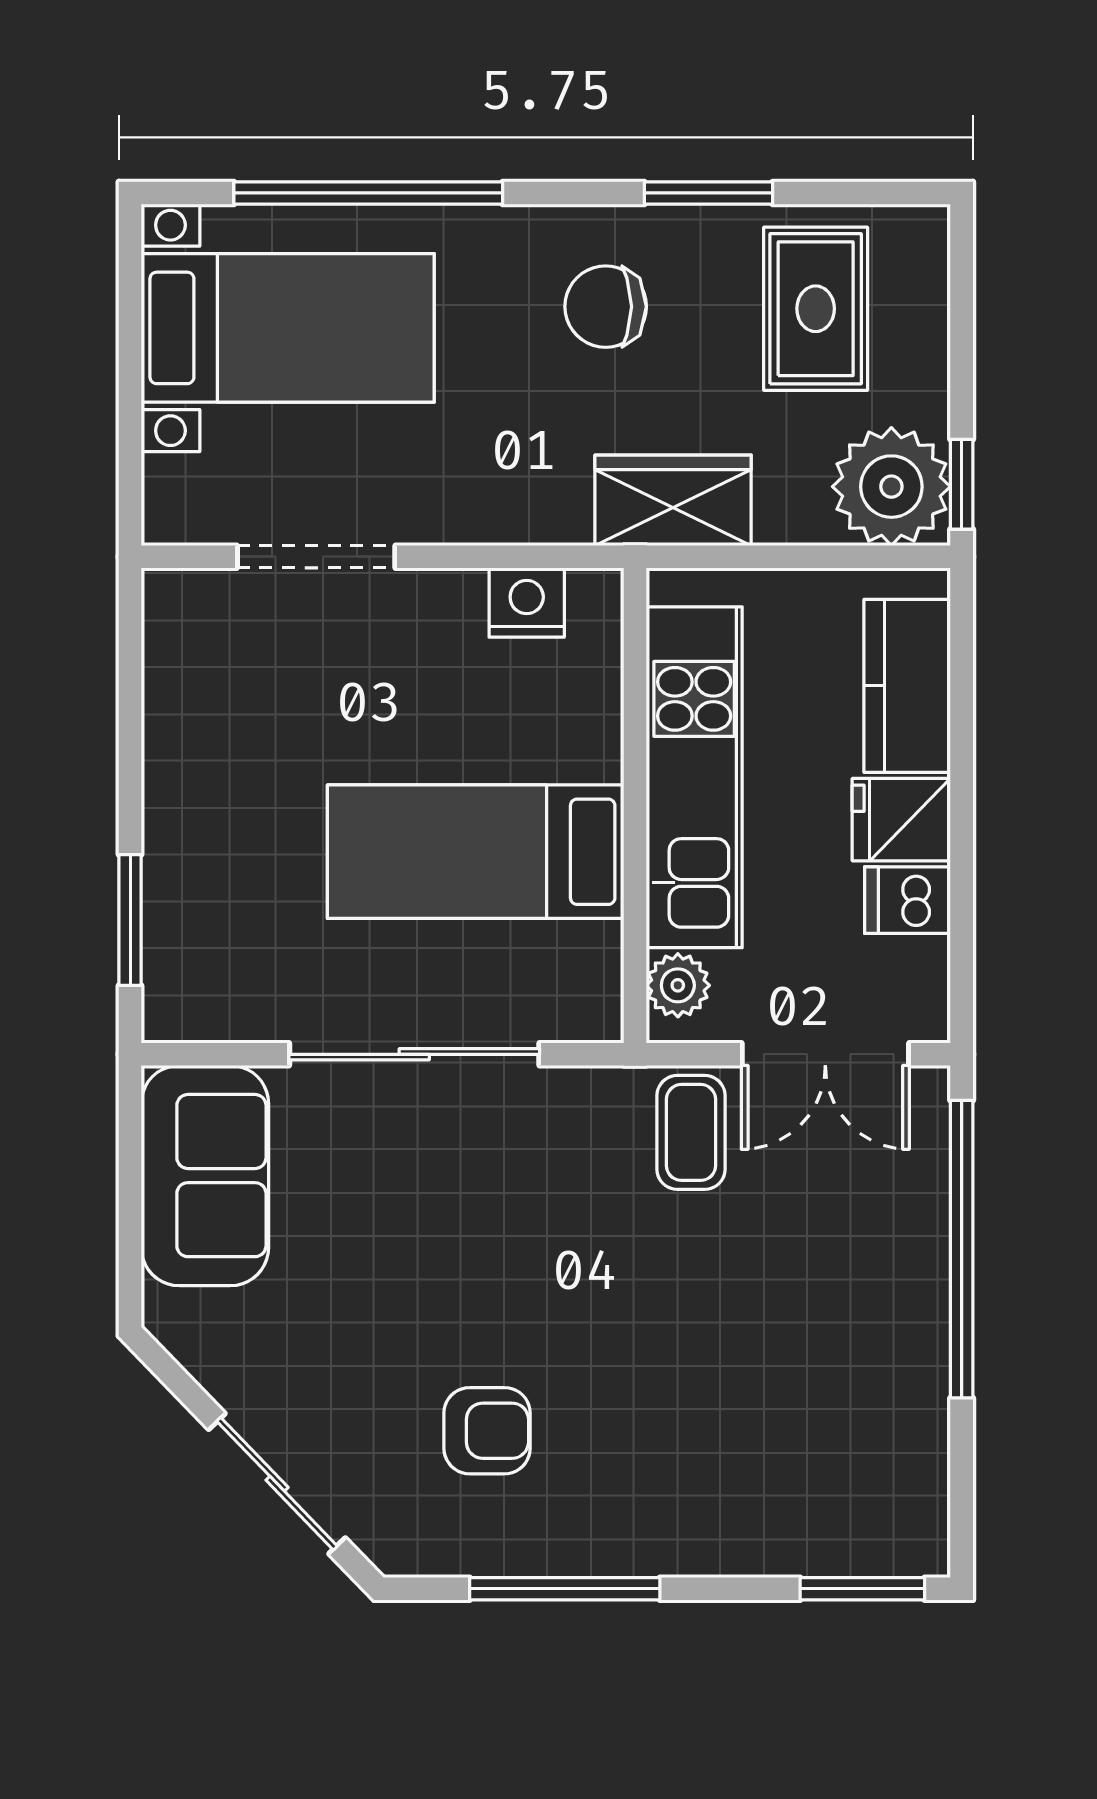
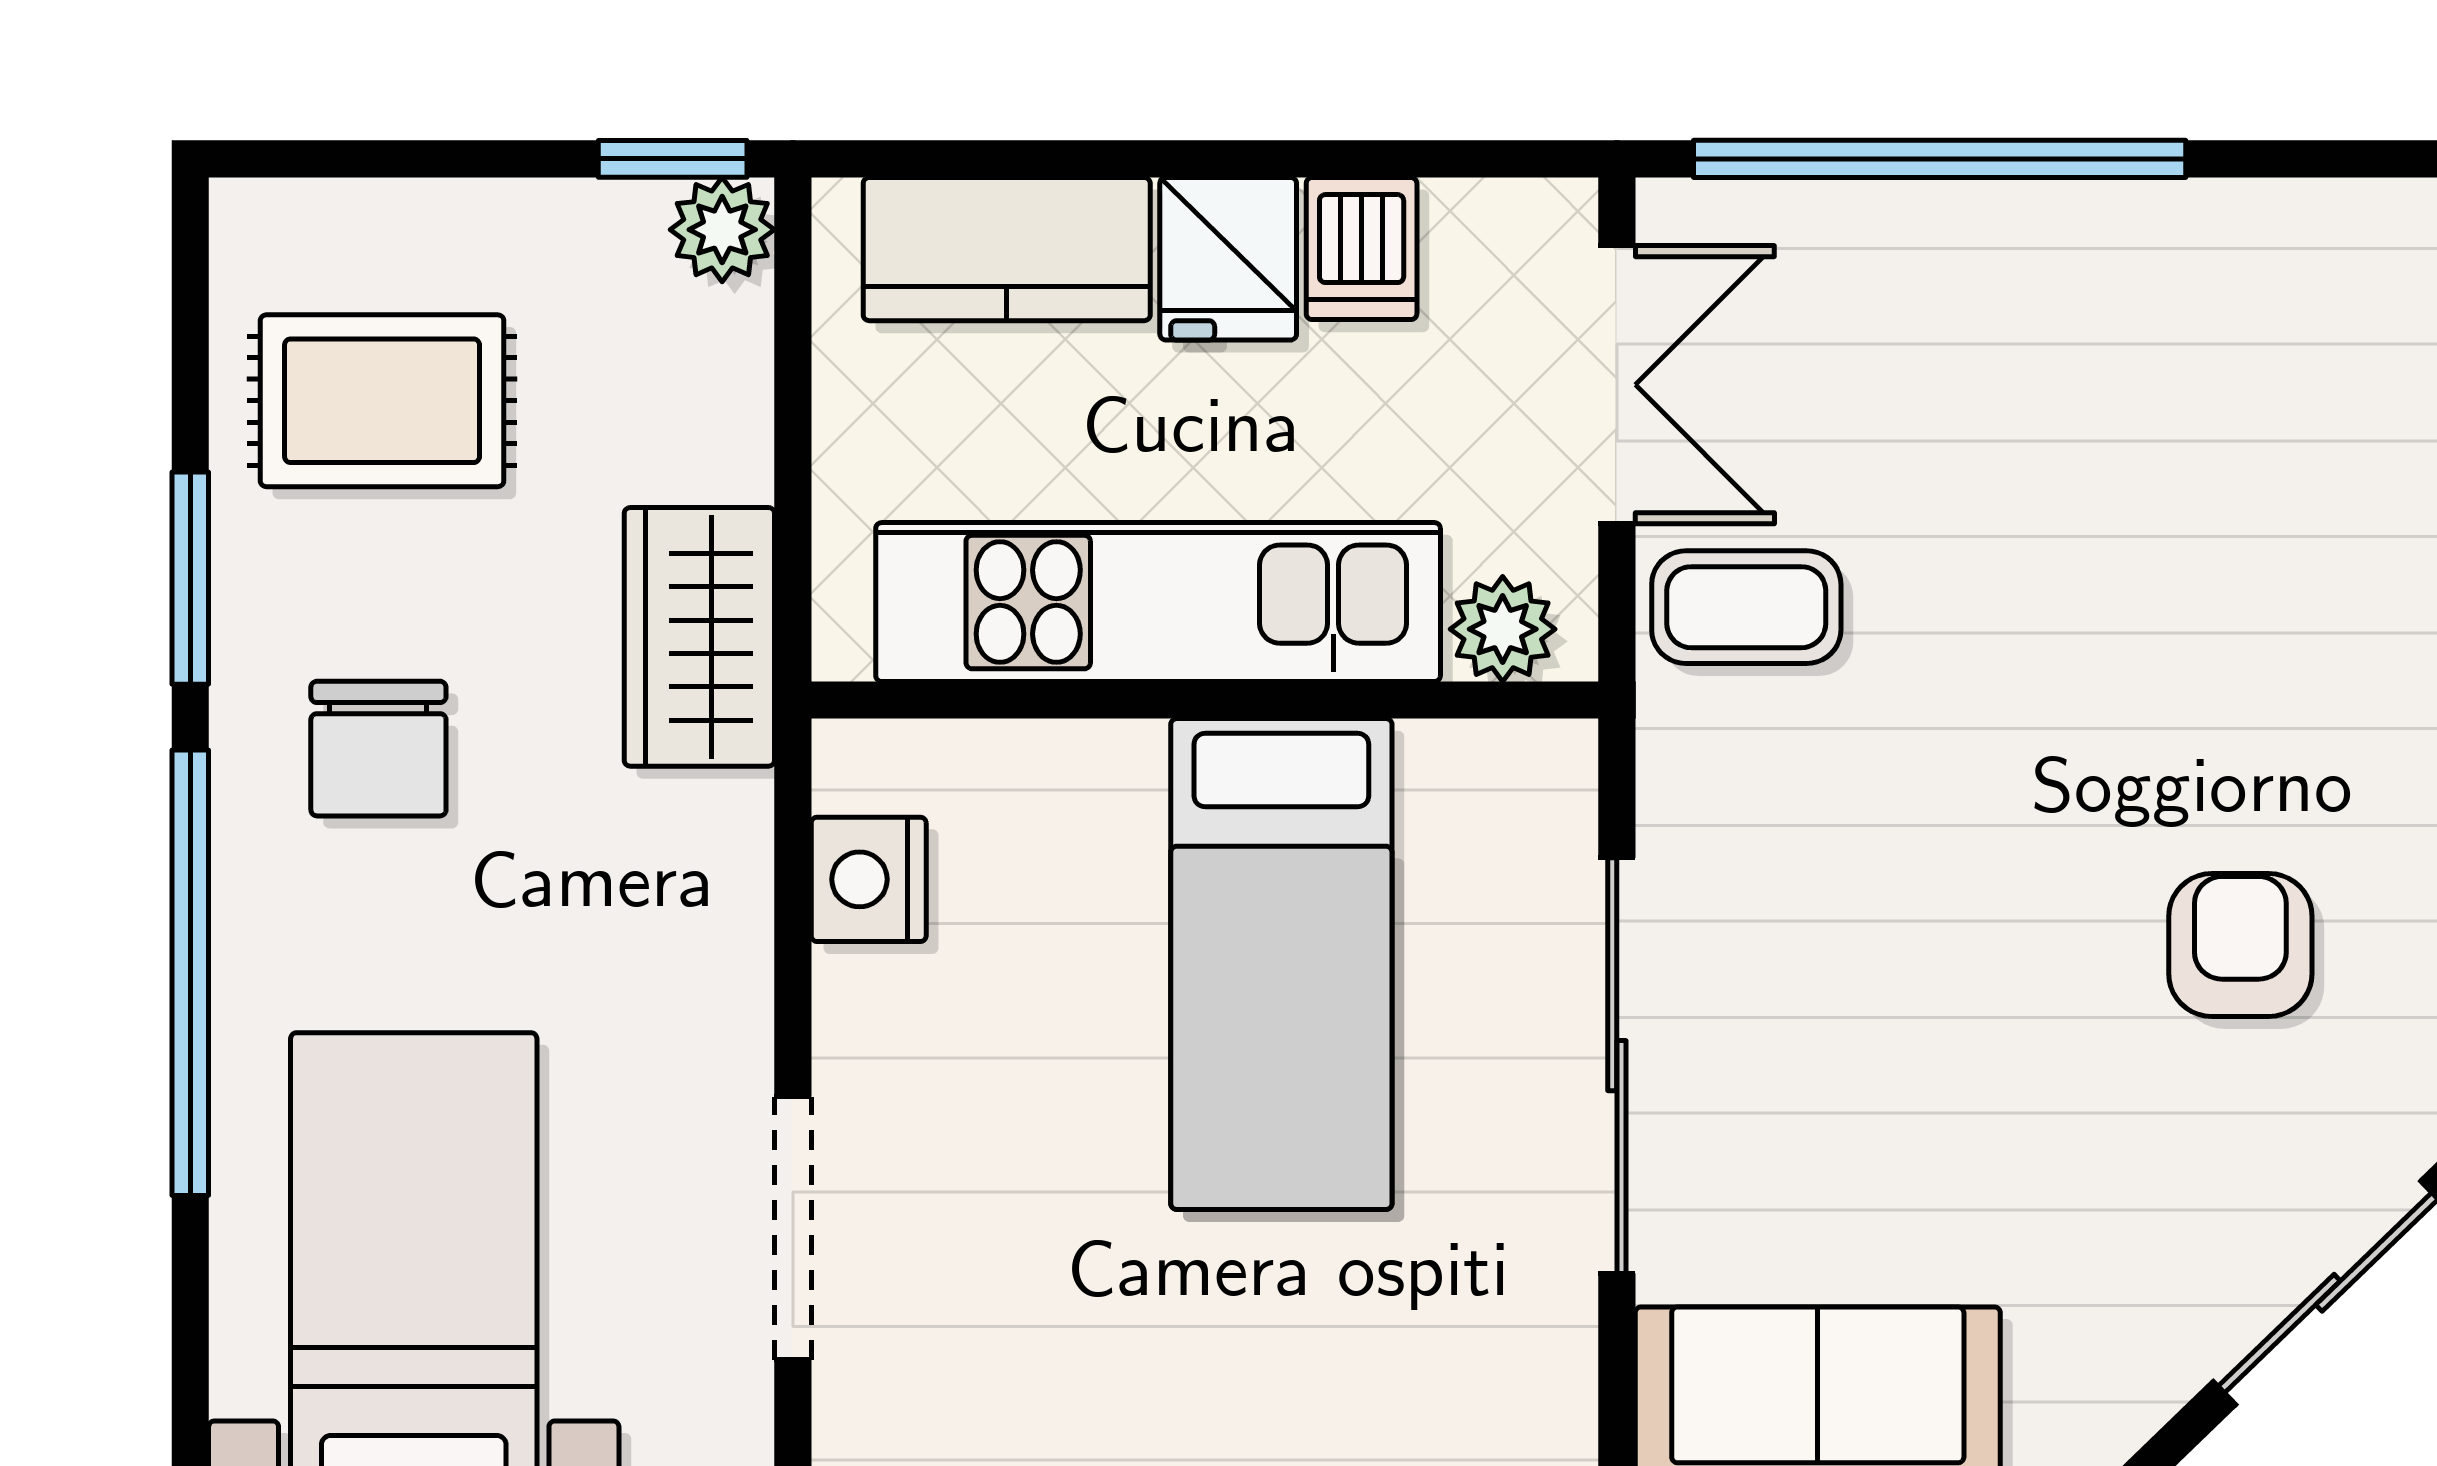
window: (368, 193) -> (190, 973), moved
plant: (891, 487) -> (722, 230), width x0.53, depth x0.53

